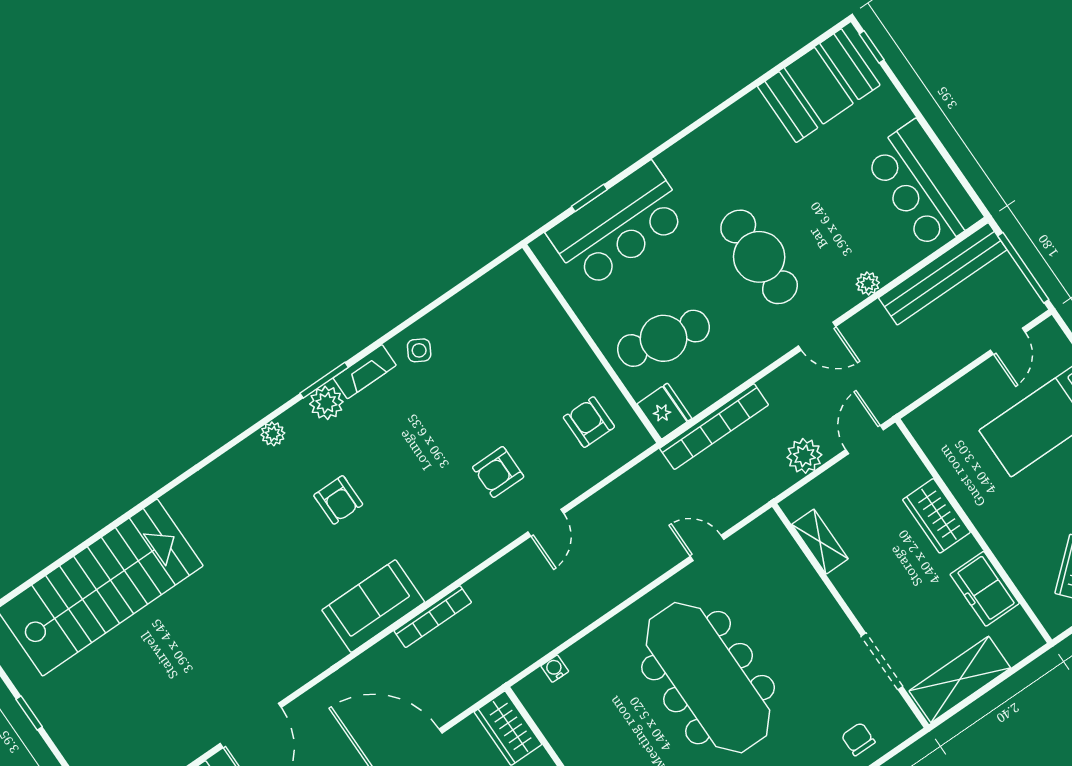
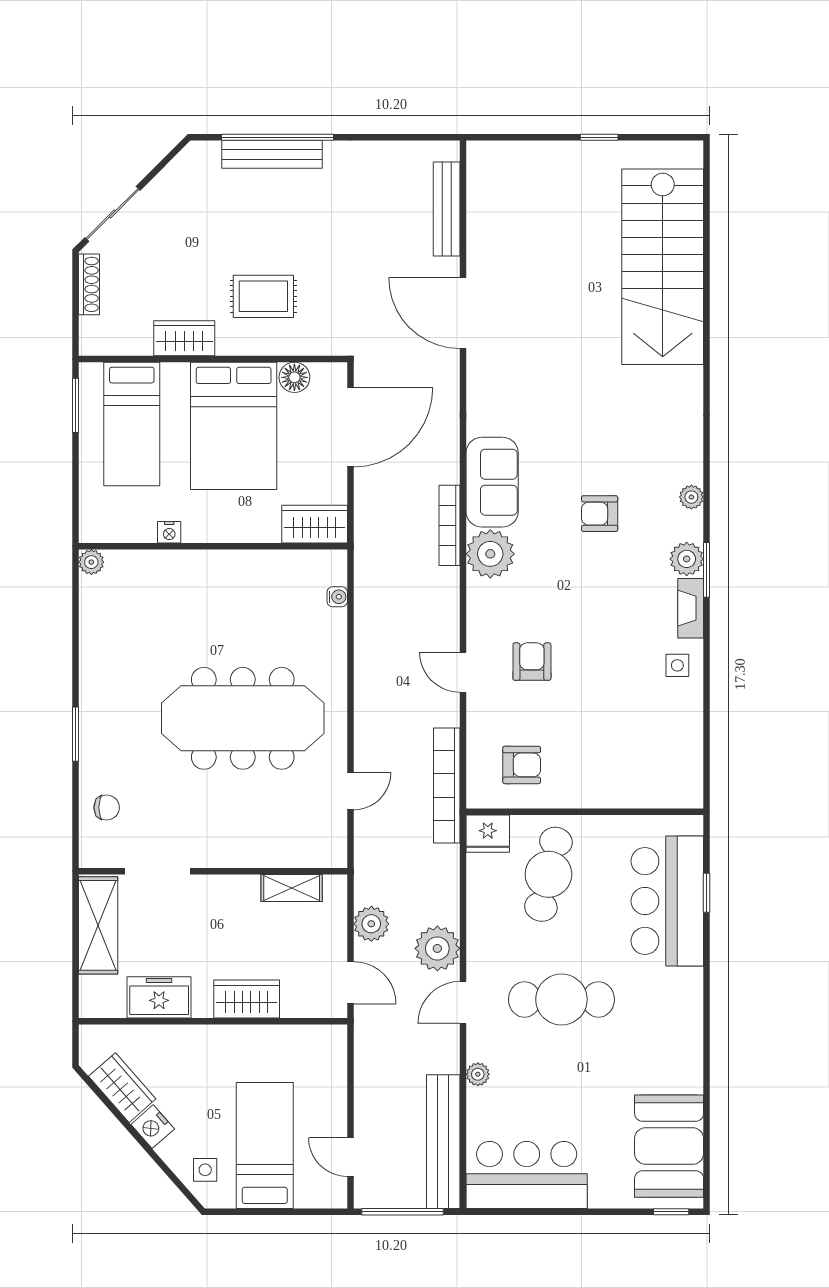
side table: (419, 350) -> (677, 665), turned -30
plant: (787, 388) -> (437, 948), added
bookcase: (714, 427) -> (447, 786), moved
plant: (433, 567) -> (490, 554), added

